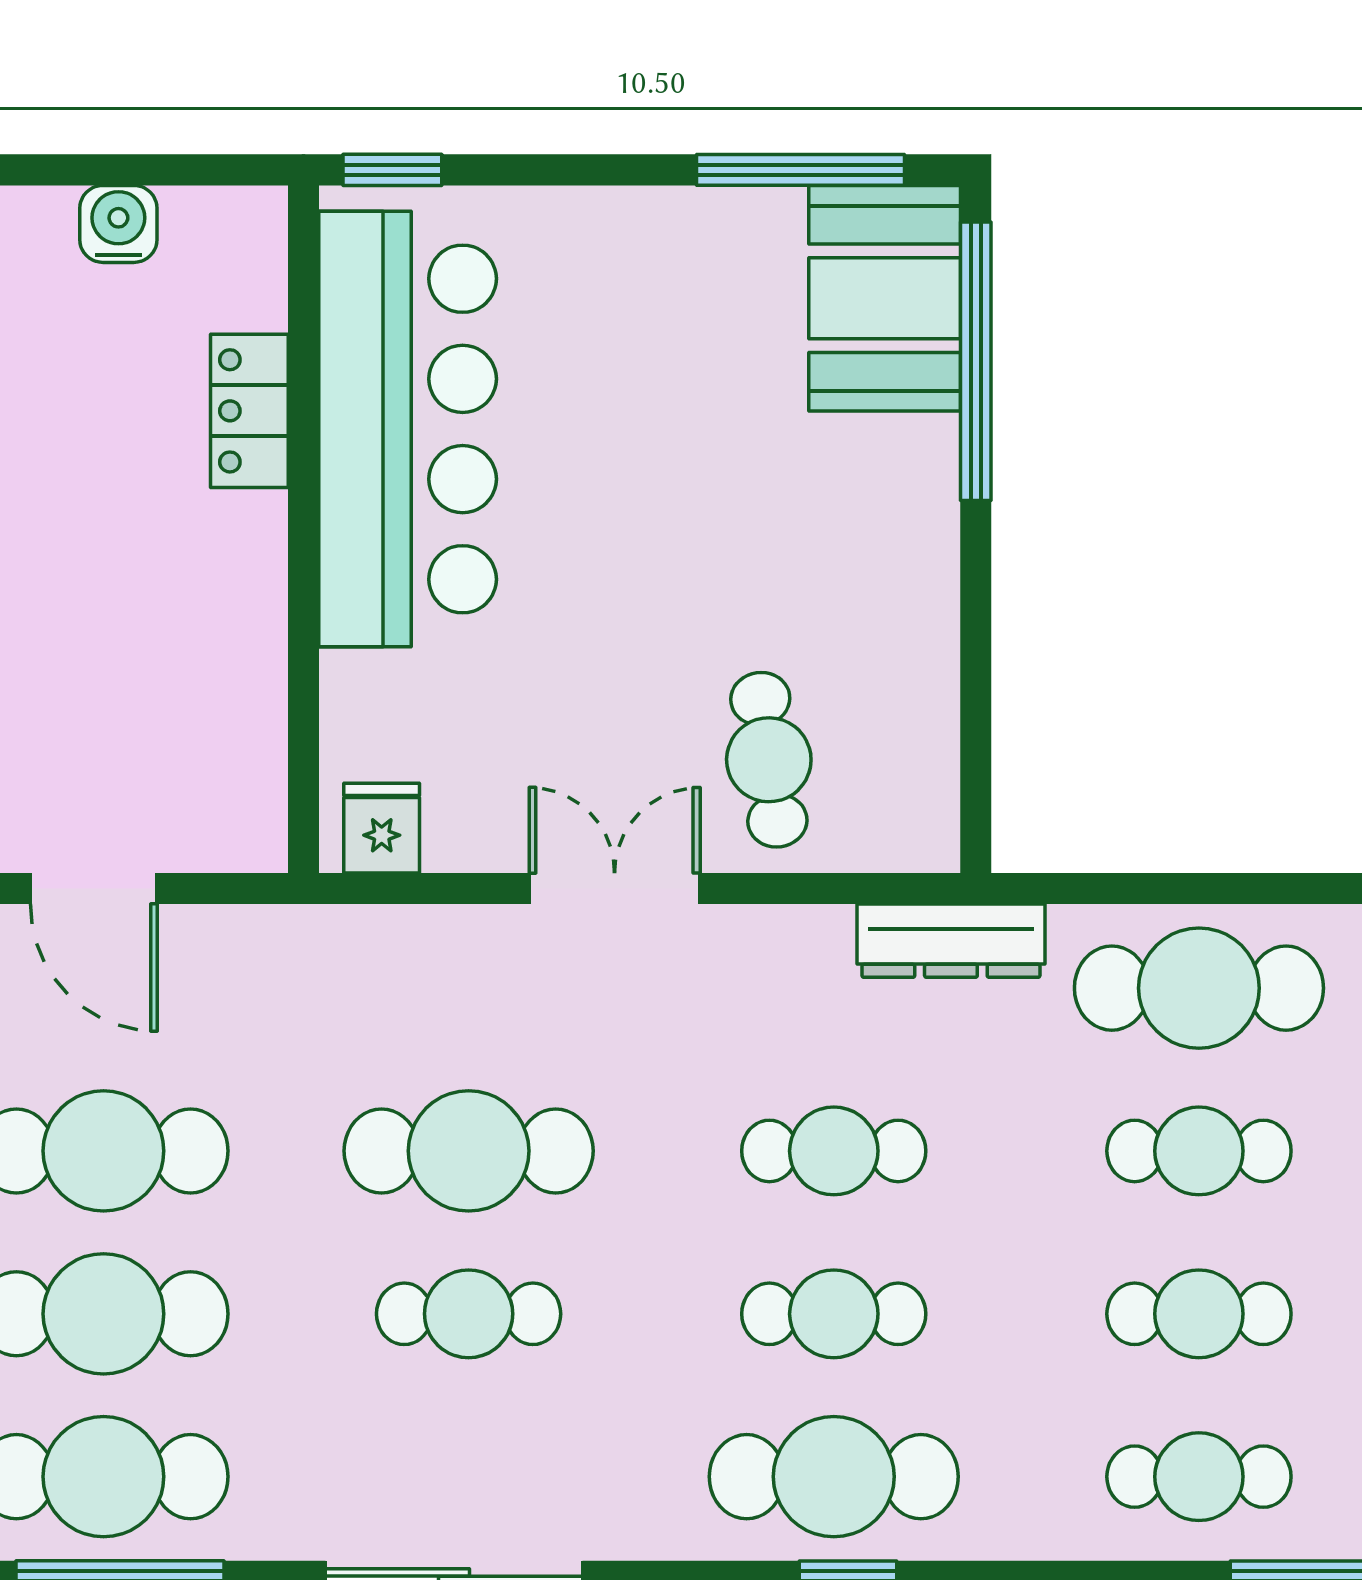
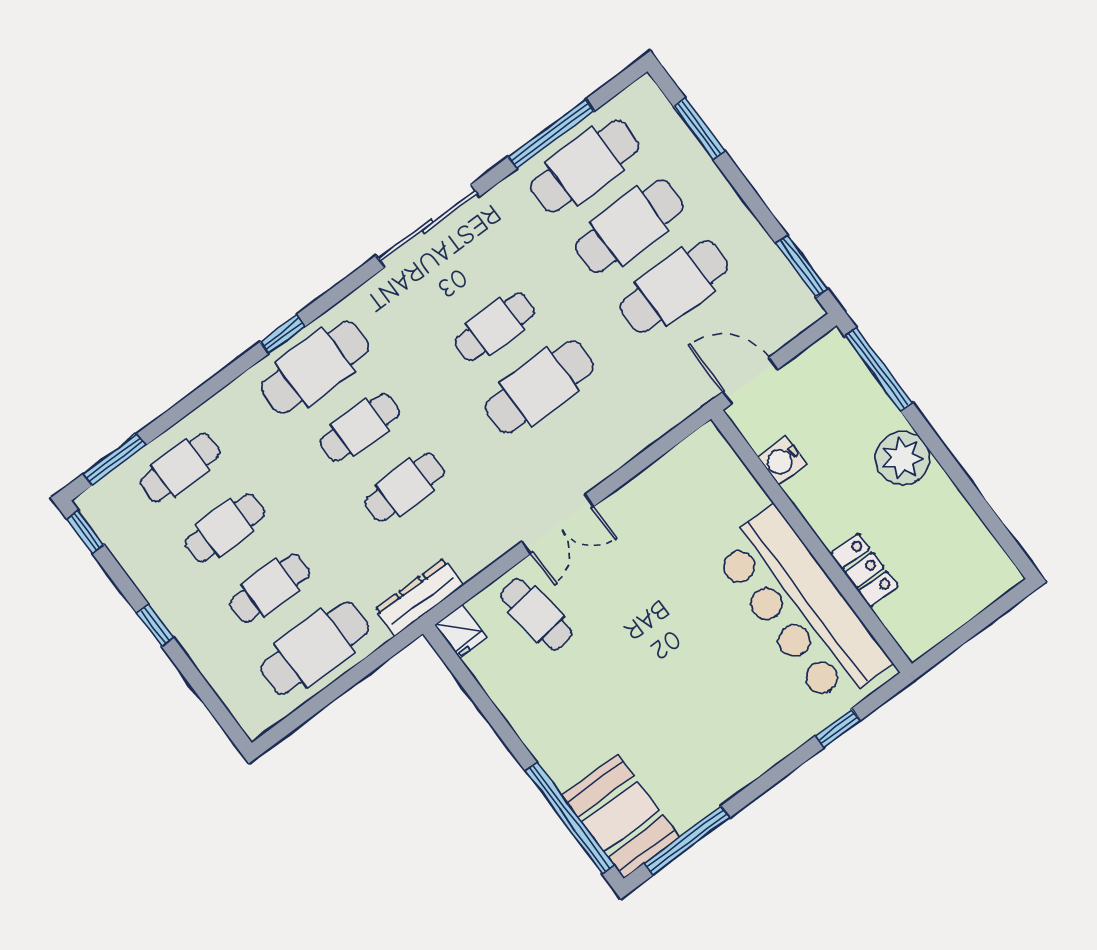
water cooler: (118, 224) -> (782, 460), moved, turned 90
locker: (249, 411) -> (864, 570), moved
bar counter: (408, 429) -> (801, 607), moved
wall: (303, 529) -> (812, 541), moved
fridge: (382, 828) -> (461, 631), moved

